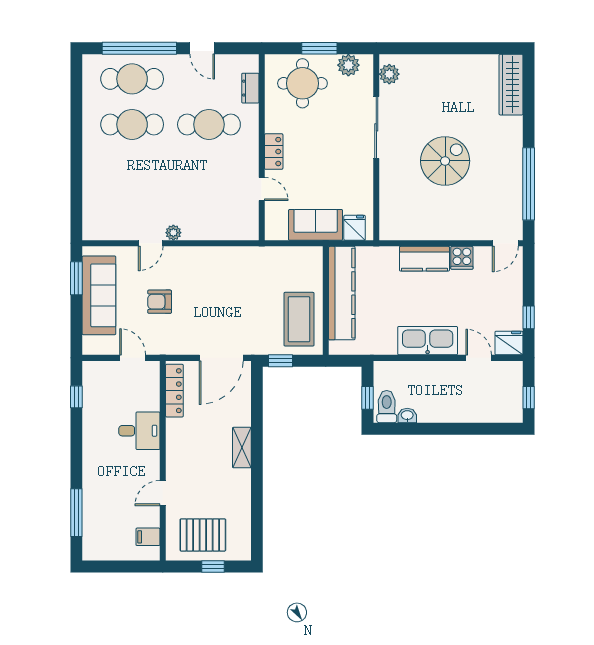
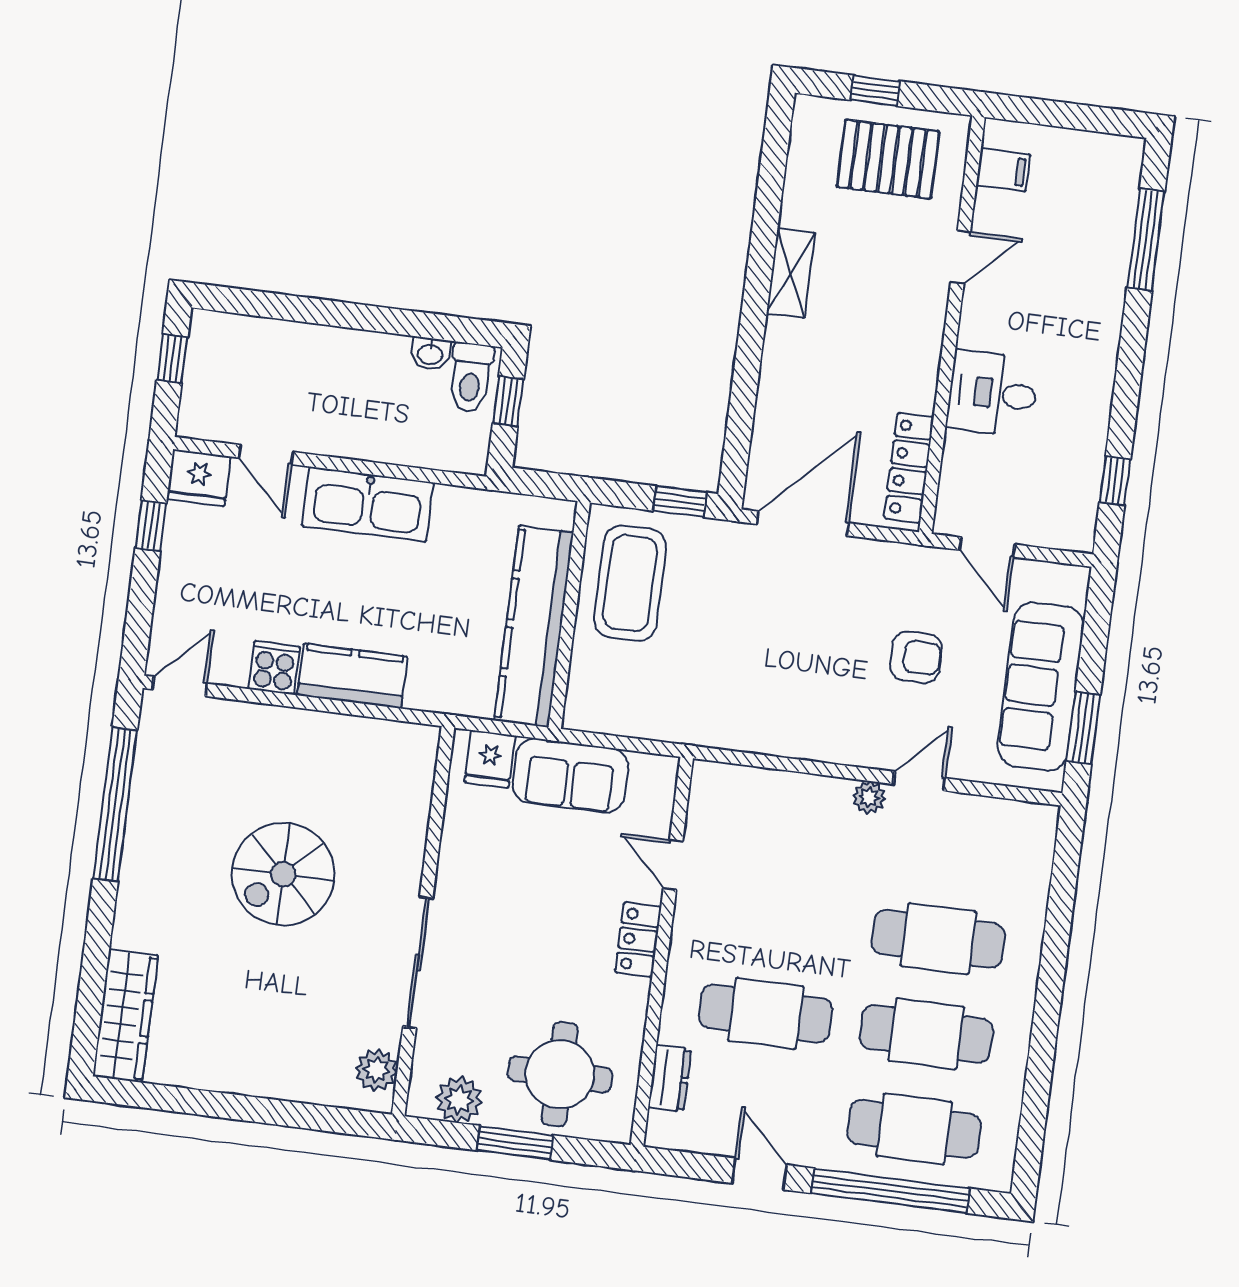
cafe table: (132, 170) -> (938, 939), added
shelving: (242, 448) -> (791, 273), moved

